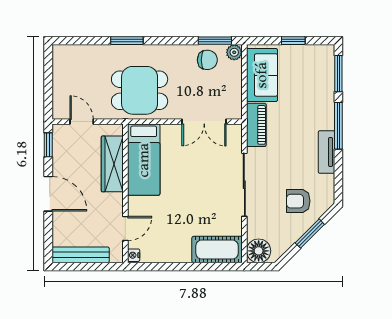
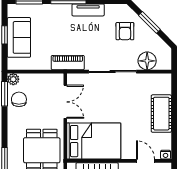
sofa: (262, 75) -> (19, 37), moved, turned 90
bed: (144, 160) -> (94, 141), width x1.50
cot: (217, 250) -> (161, 114), moved
floor lamp: (259, 251) -> (147, 61), moved

